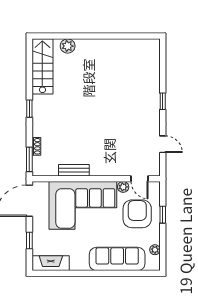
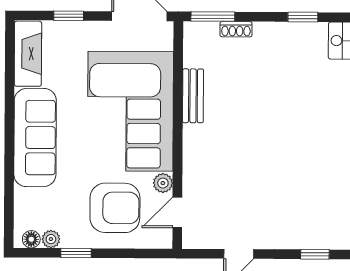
window: (163, 215) -> (76, 253), moved
sofa: (117, 259) -> (35, 138), moved
floor lamp: (155, 261) -> (31, 239), added

